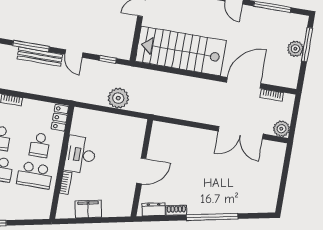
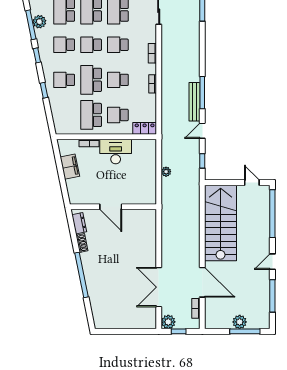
plant: (118, 98) -> (166, 172), width x0.53, depth x0.53
window: (294, 119) -> (179, 331), added

